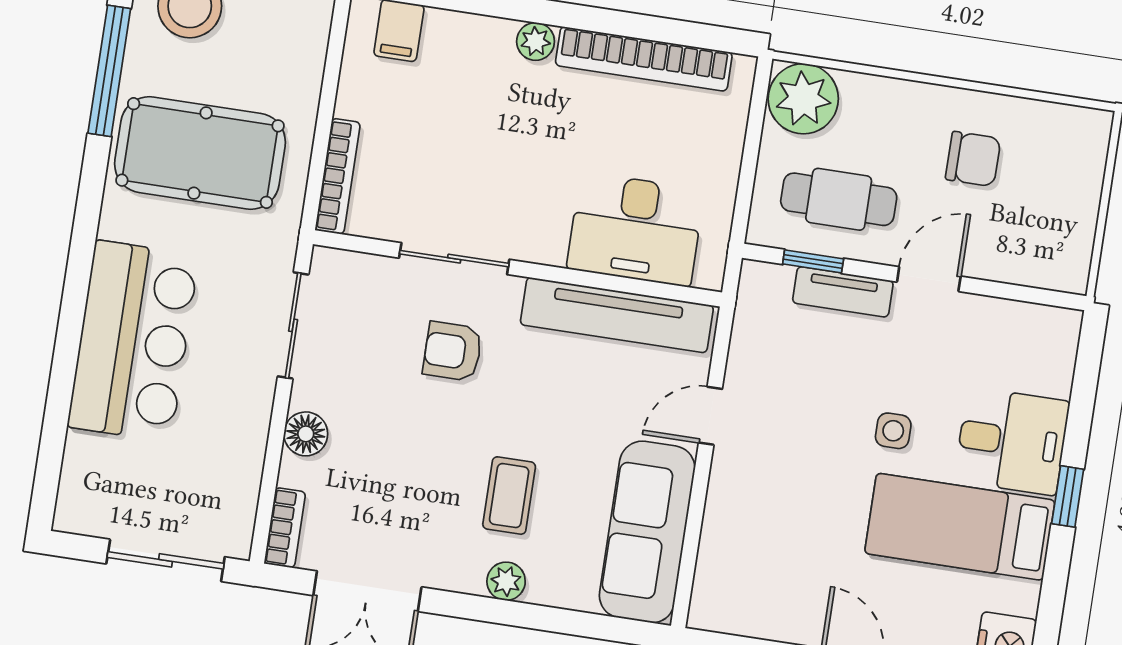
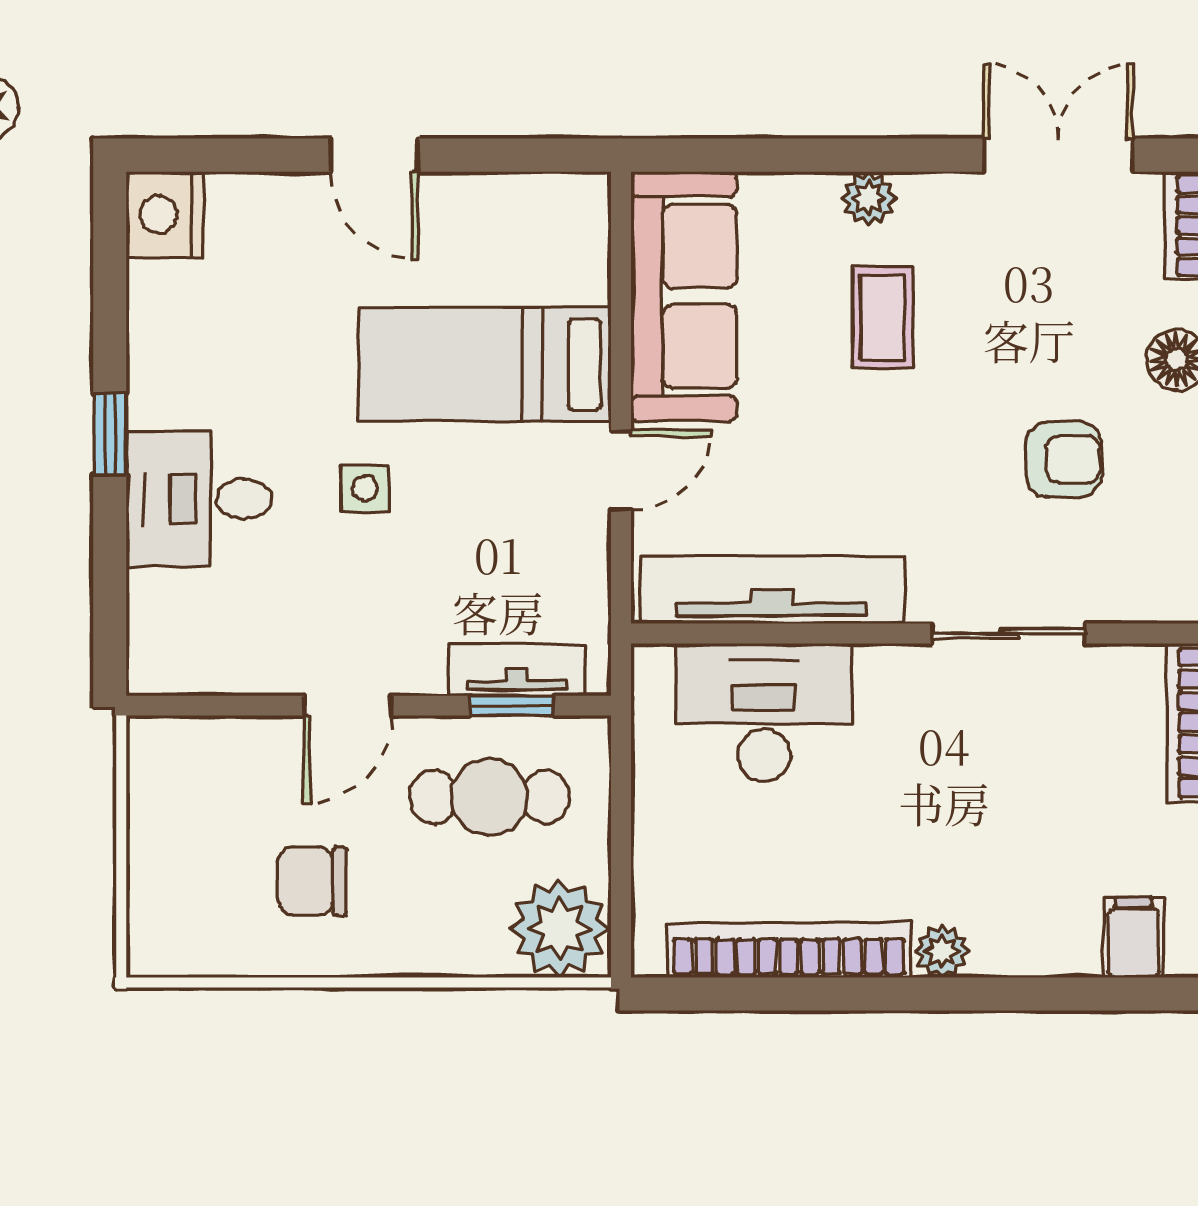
tv unit: (843, 292) -> (517, 670), moved
armchair: (453, 351) -> (1064, 459), moved
bed: (960, 527) -> (485, 364), moved, turned 180

